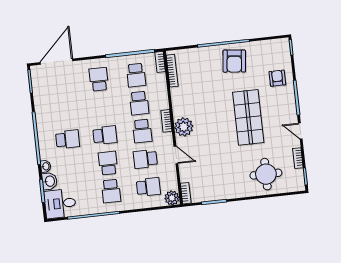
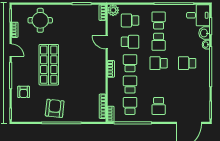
plant: (184, 127) -> (98, 63), removed

